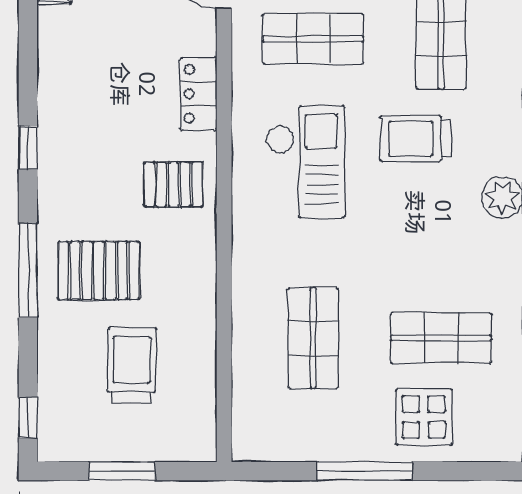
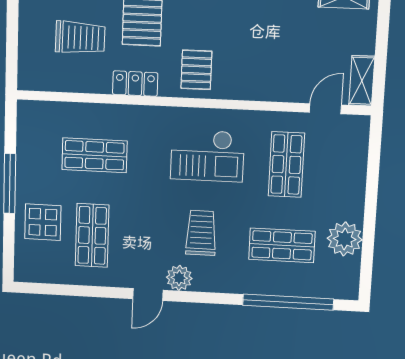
locker: (198, 94) -> (135, 84), moved
trolley: (416, 139) -> (201, 233), moved
window: (122, 471) -> (12, 28), removed

